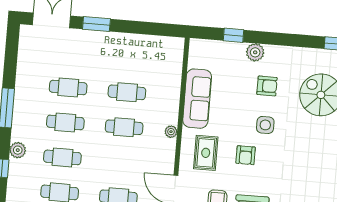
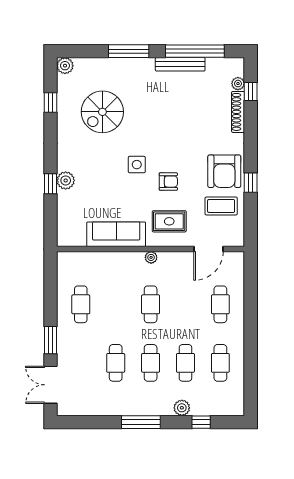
window: (234, 35) -> (50, 184), moved
armchair: (267, 86) -> (98, 166), removed
cafe table: (127, 92) -> (81, 304), moved

